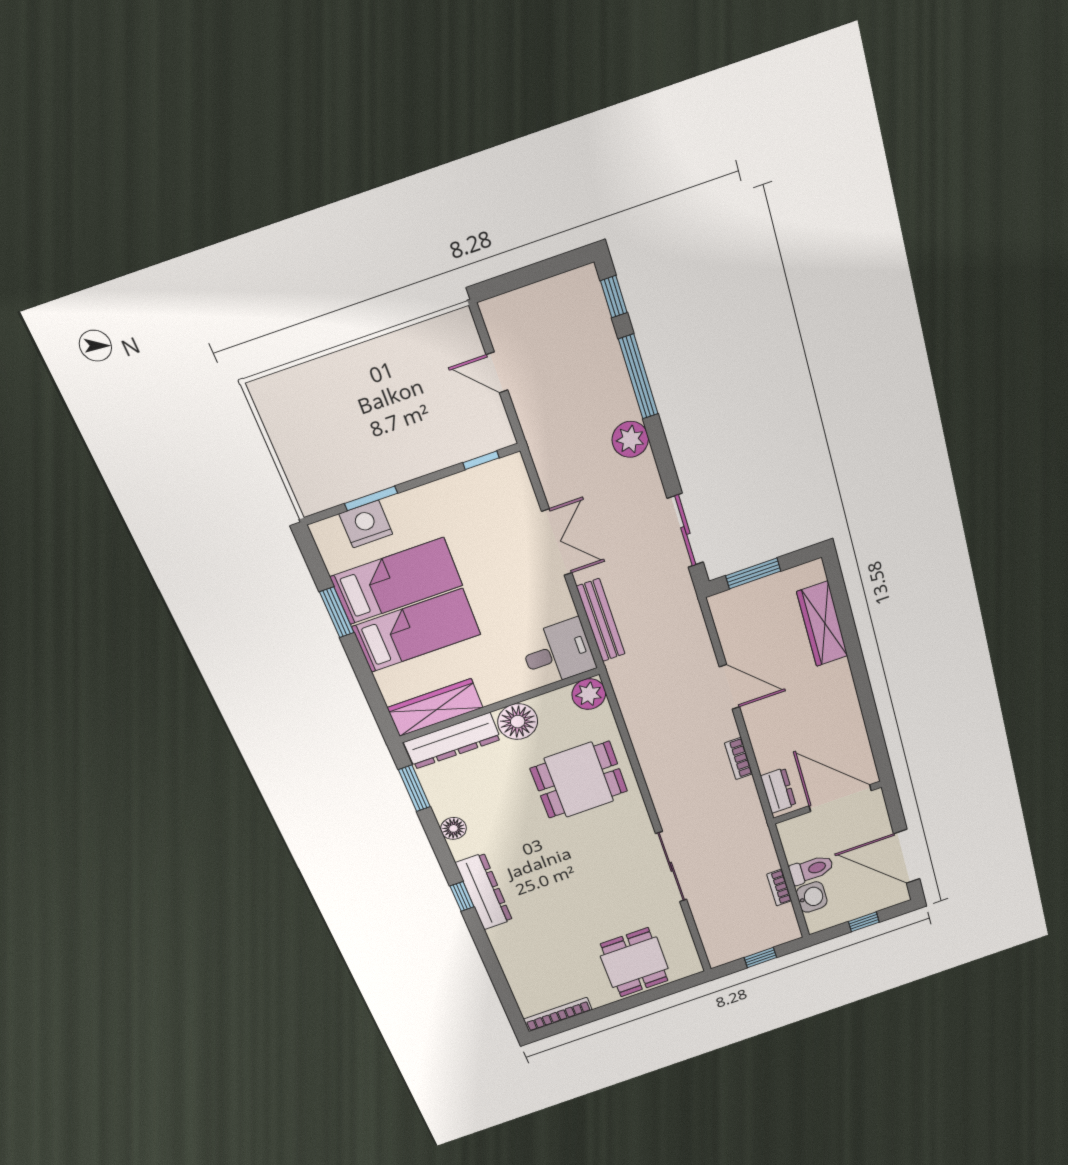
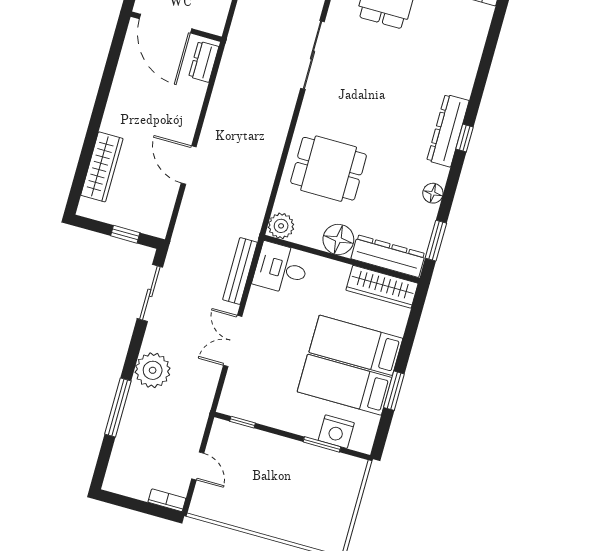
window: (614, 297) -> (103, 463), removed
plant: (630, 439) -> (153, 370), width x1.36, depth x1.36
window: (753, 573) -> (125, 234), width x0.67
bookcase: (739, 759) -> (167, 500), moved, turned -90

